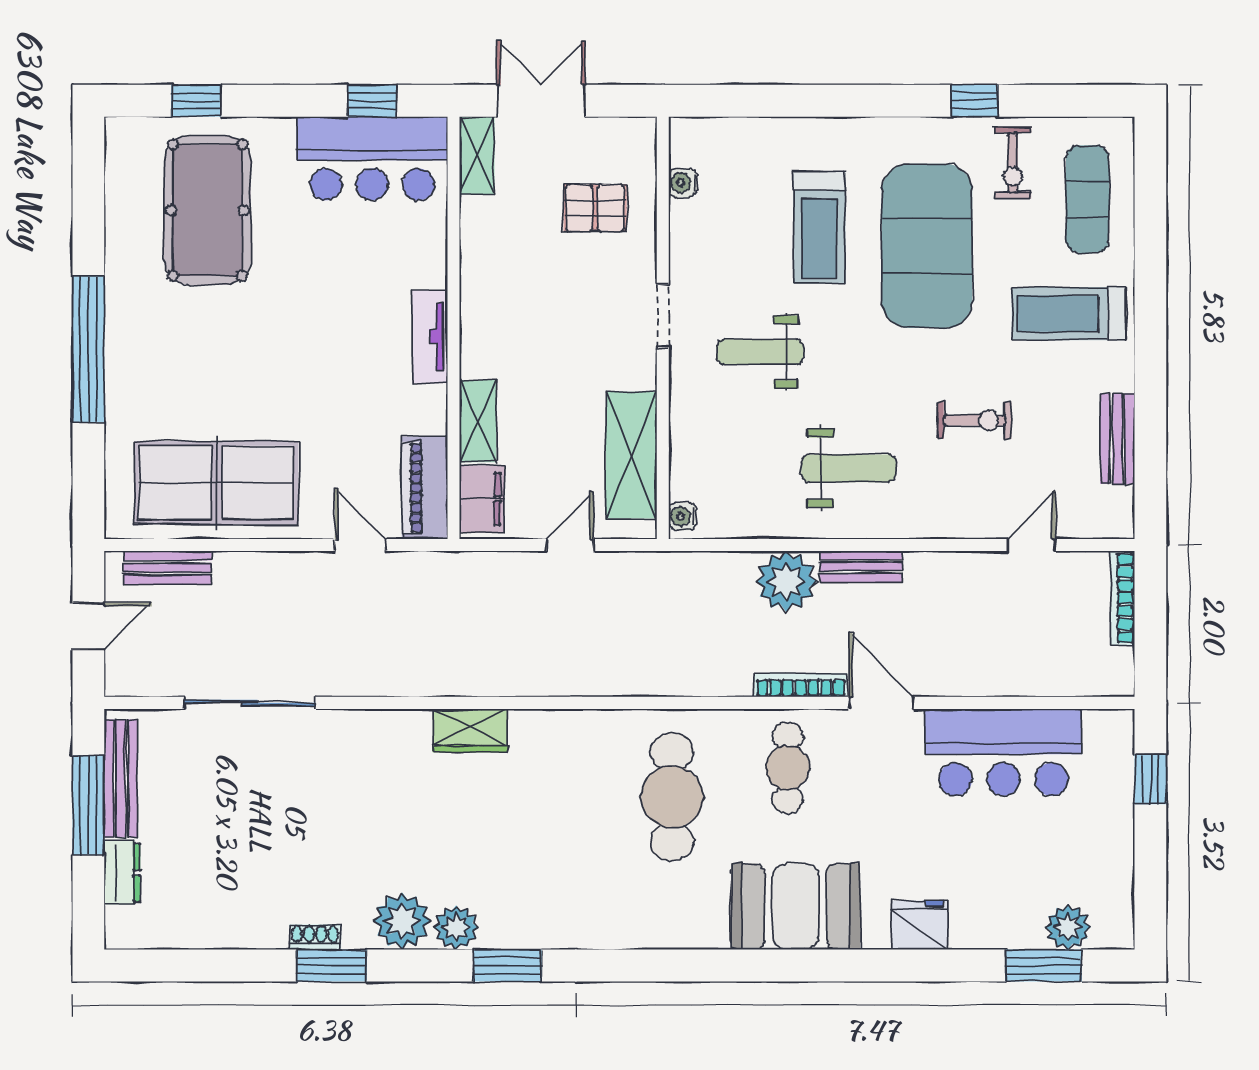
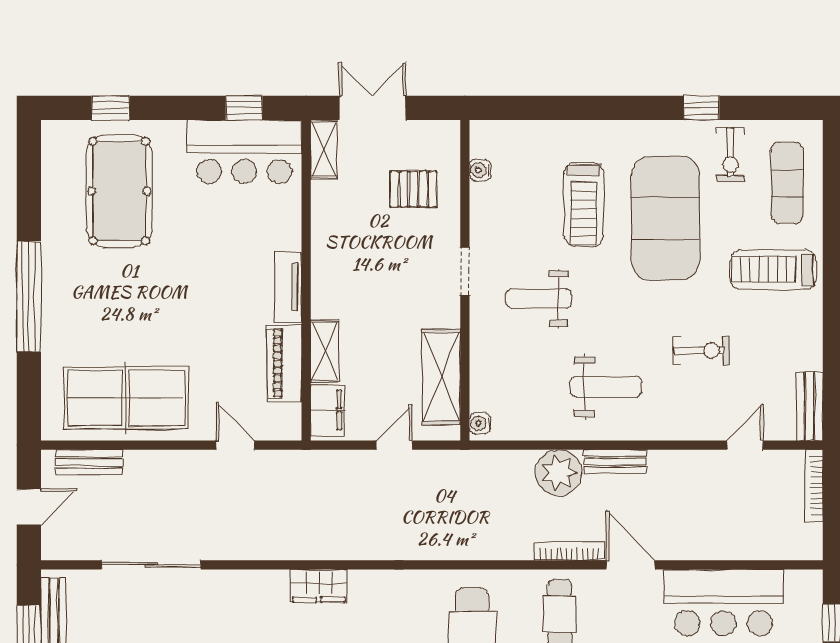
bench: (1117, 439) -> (810, 406), moved
piano: (425, 488) -> (284, 363), moved

